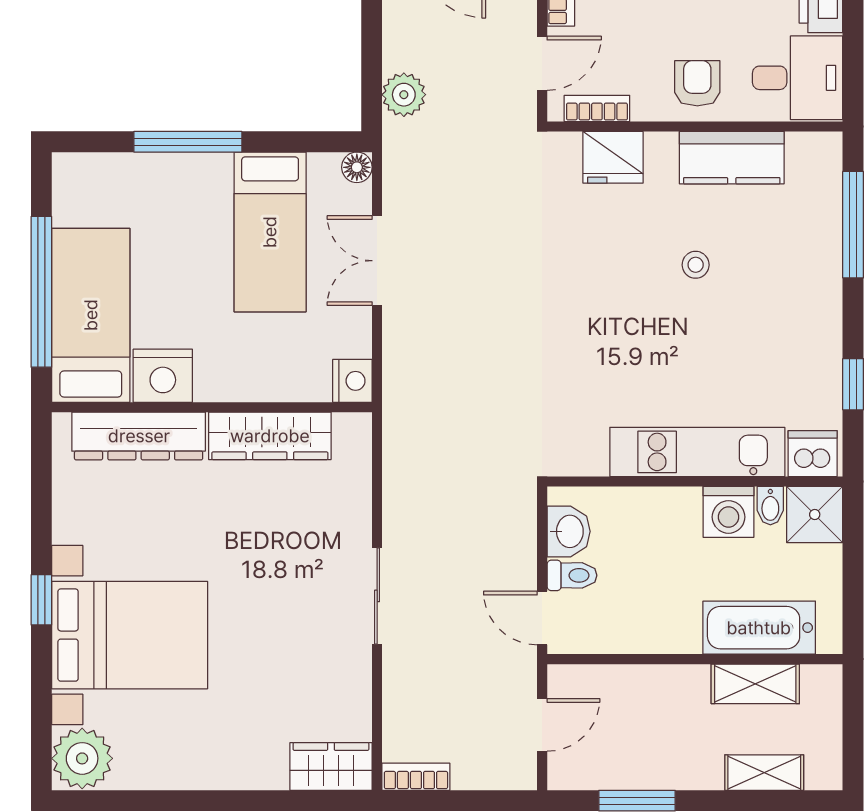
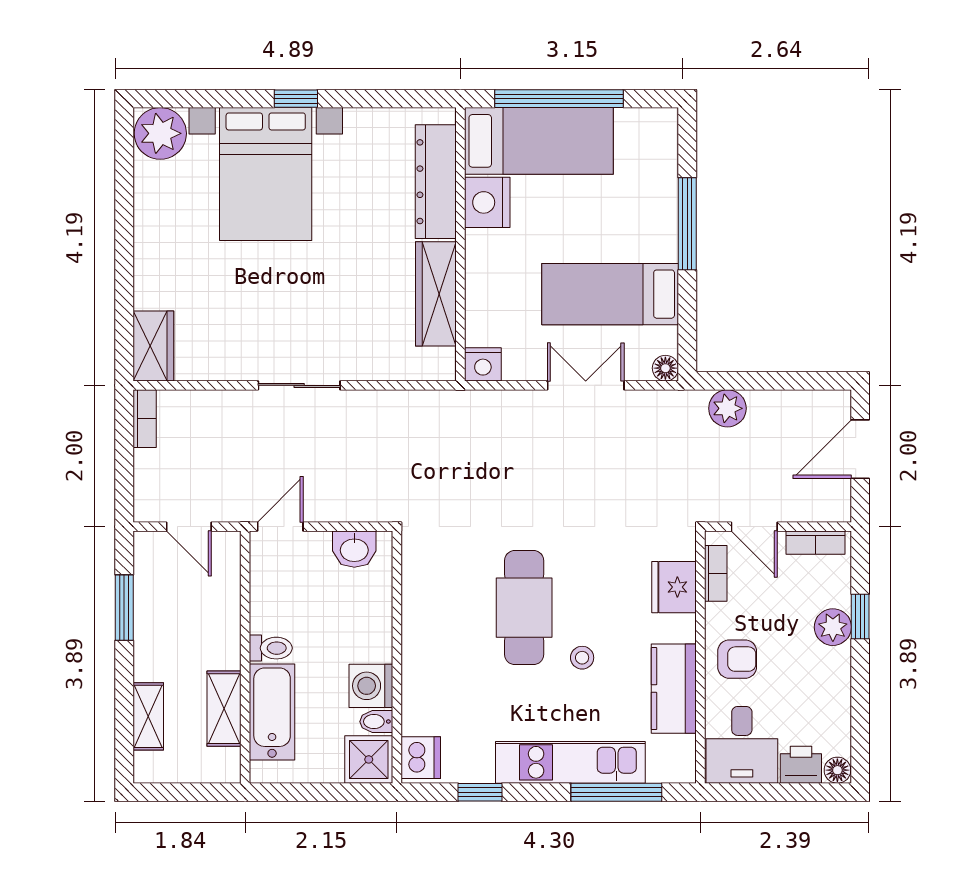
cafe table: (637, 333) -> (524, 608), added
kitchen unit: (697, 452) -> (570, 762), moved, turned -90
toilet: (572, 575) -> (271, 648), moved, turned -90

